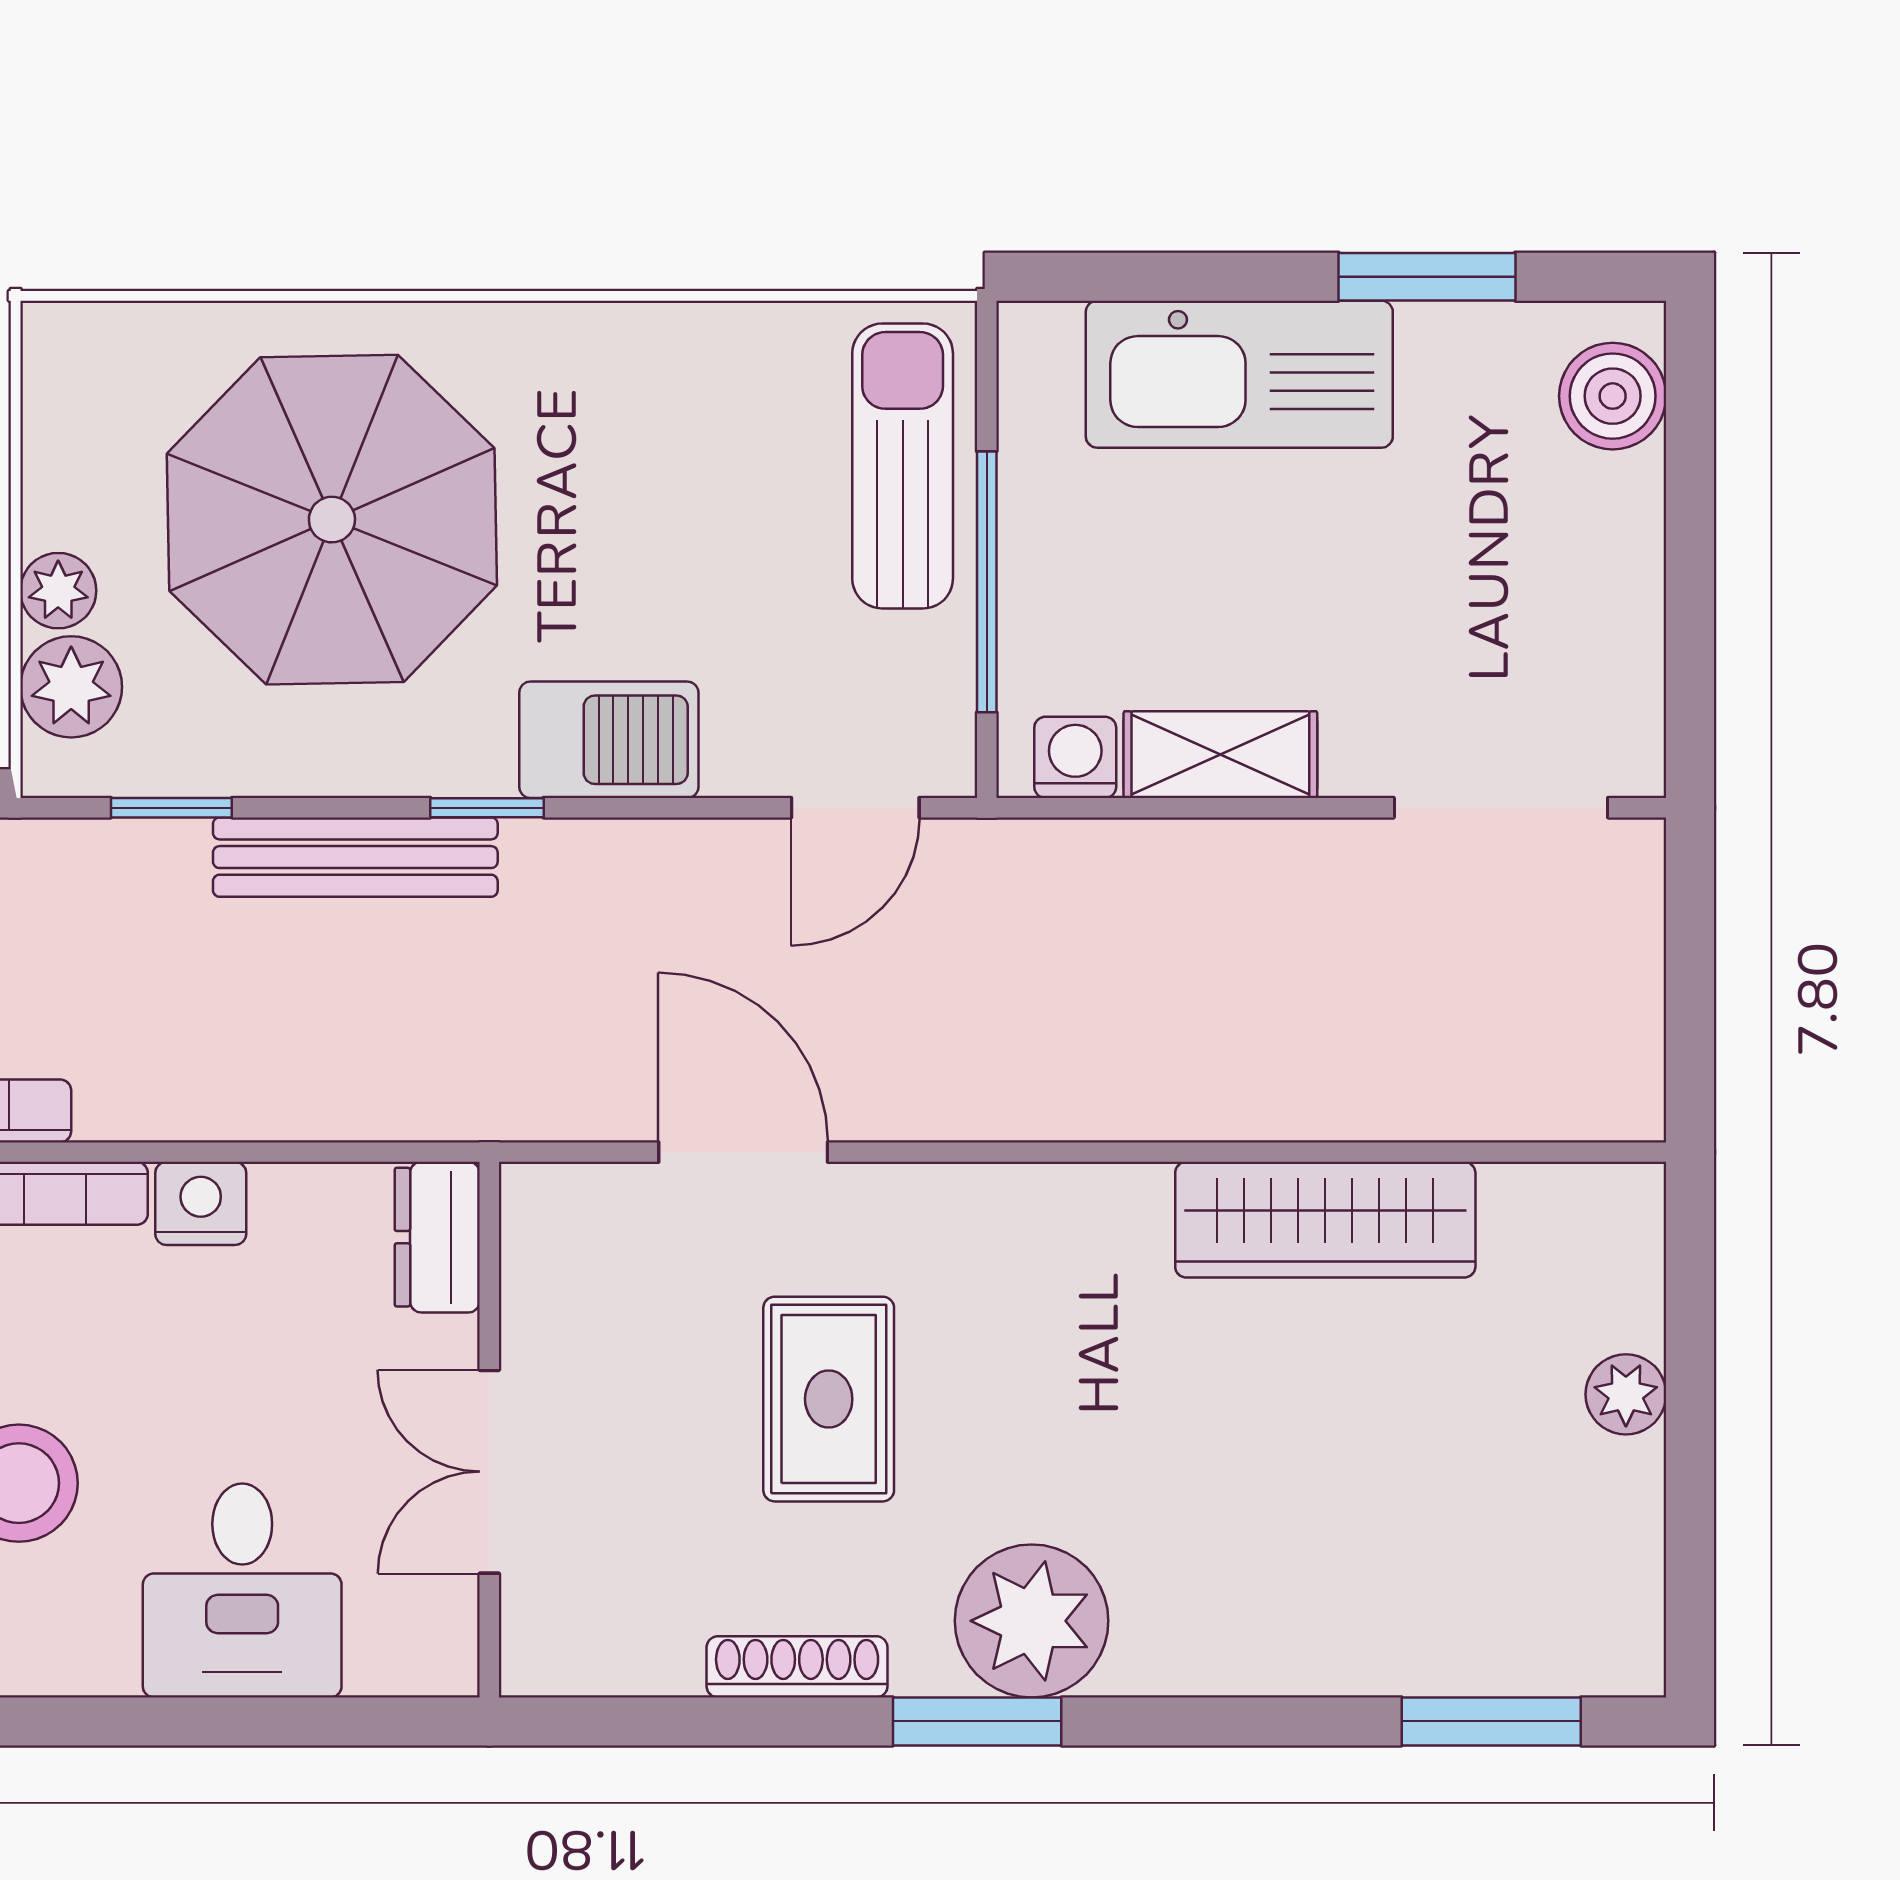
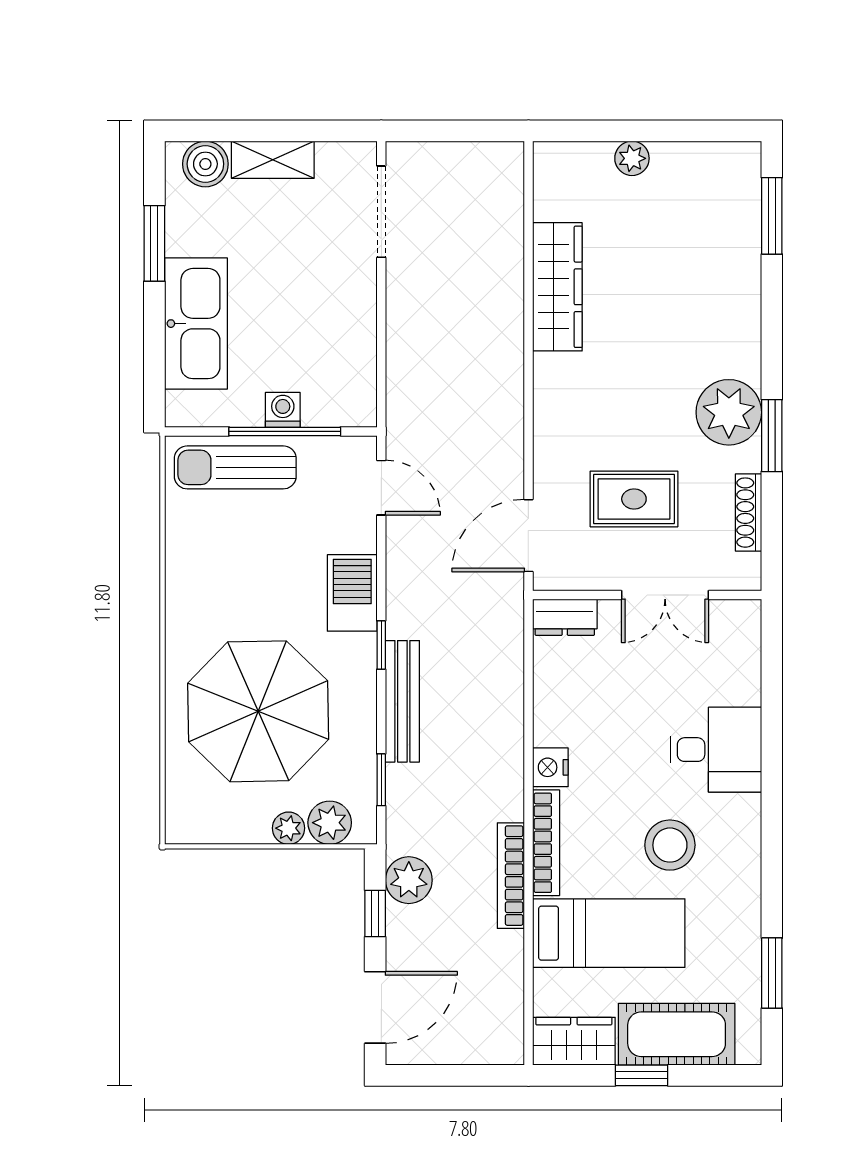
shelving: (1220, 755) -> (273, 160), moved, turned 90
washing machine: (1075, 757) -> (283, 410), moved, turned 90
dresser: (437, 1237) -> (565, 617), moved
wall: (489, 1430) -> (647, 595), moved
double door: (489, 1472) -> (665, 595), moved

